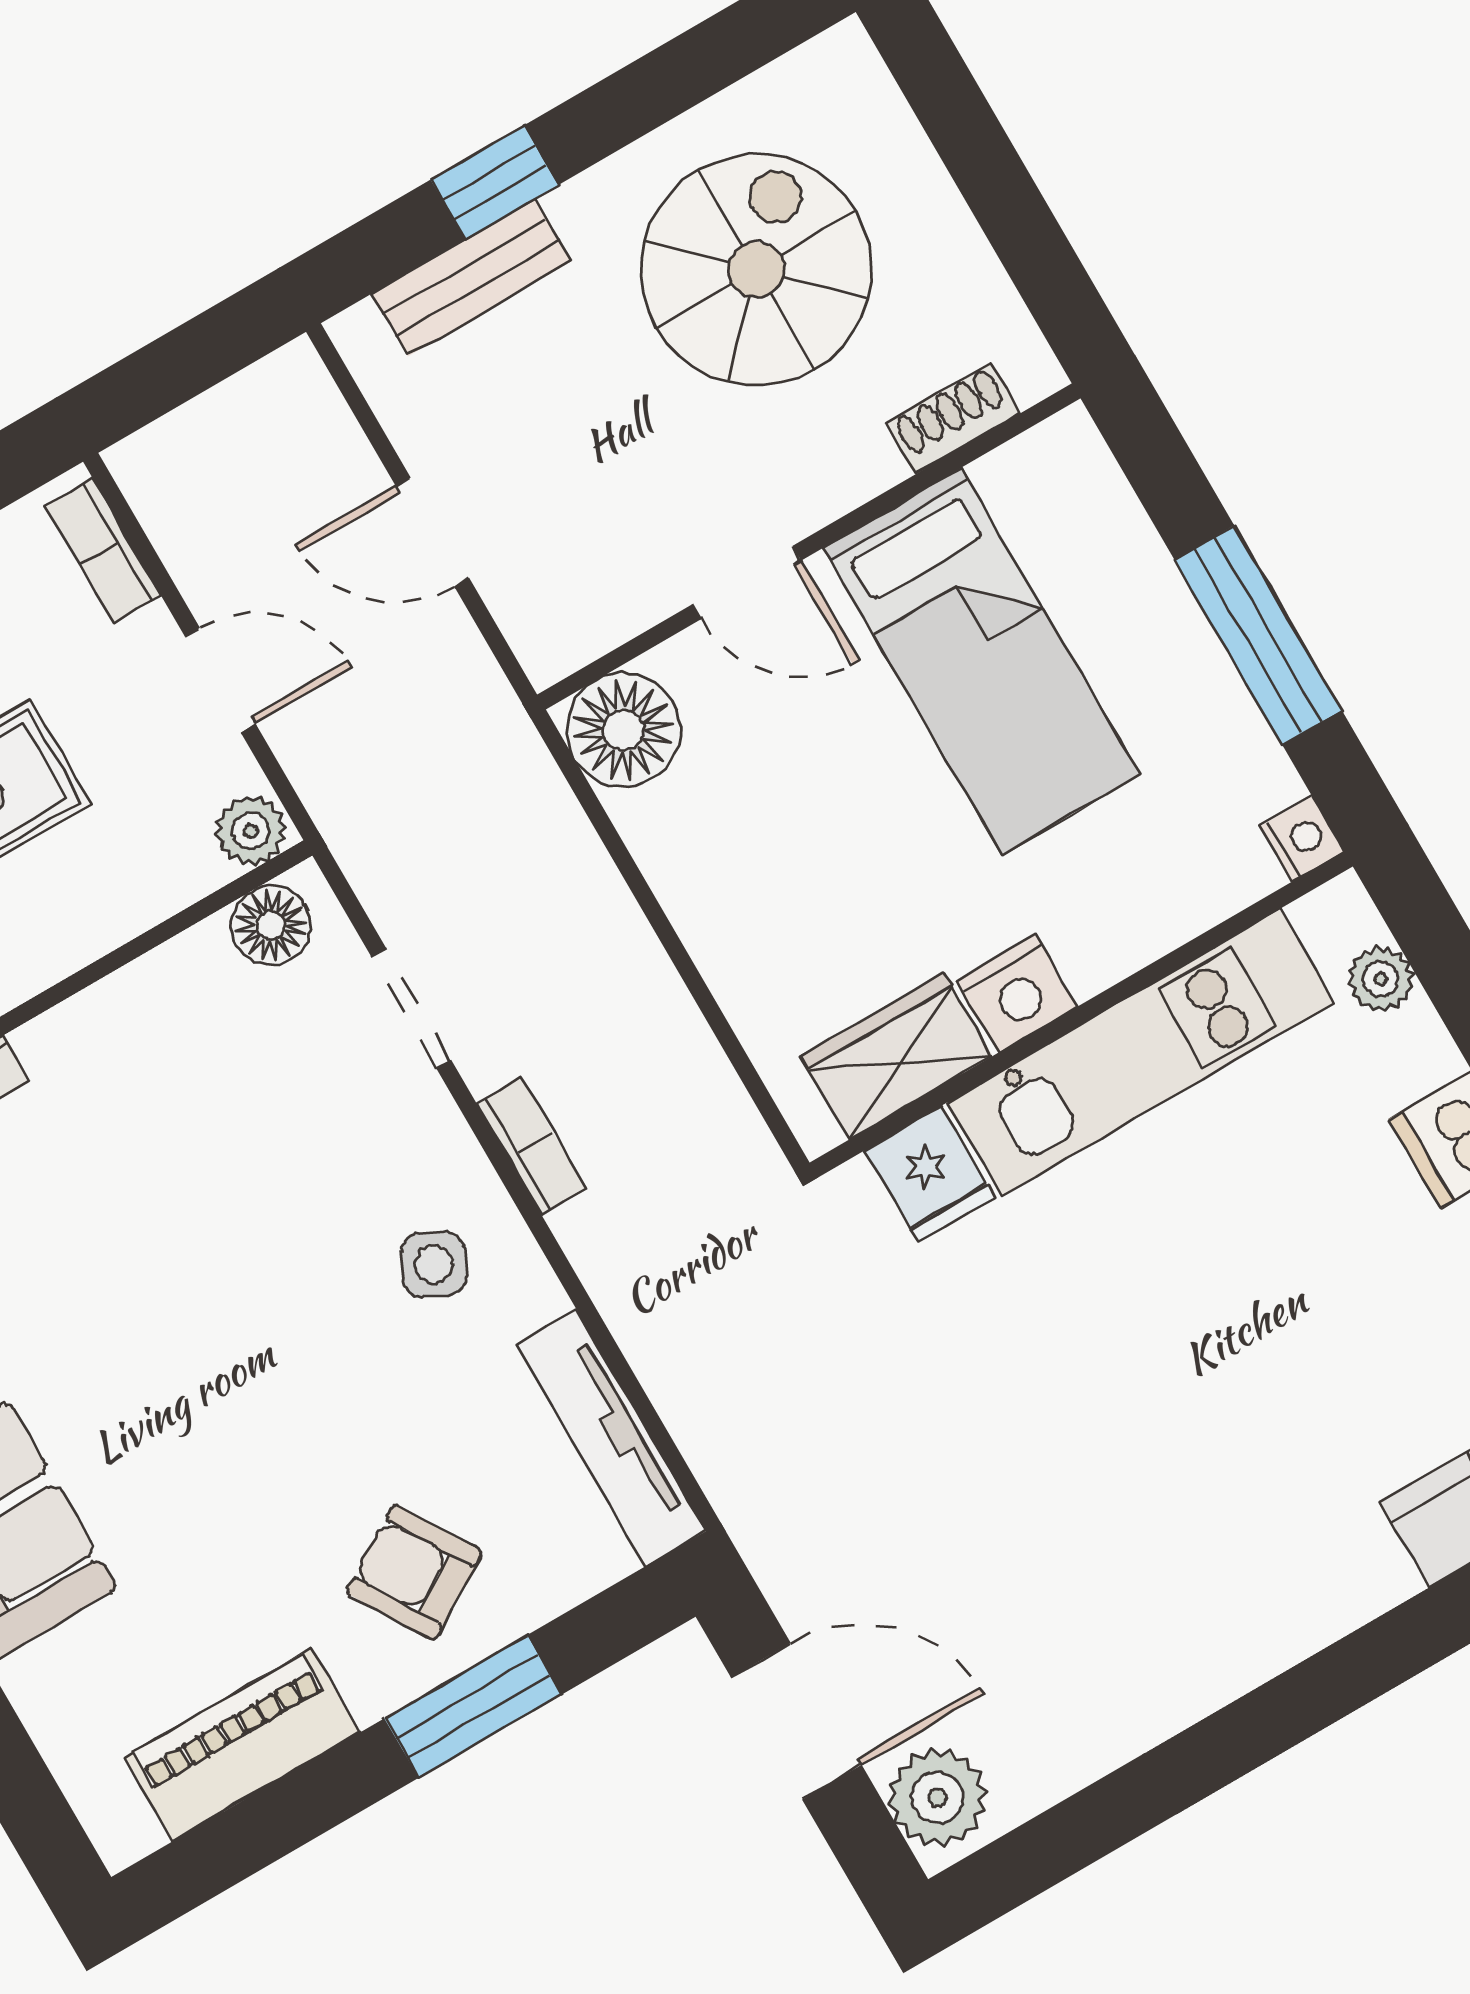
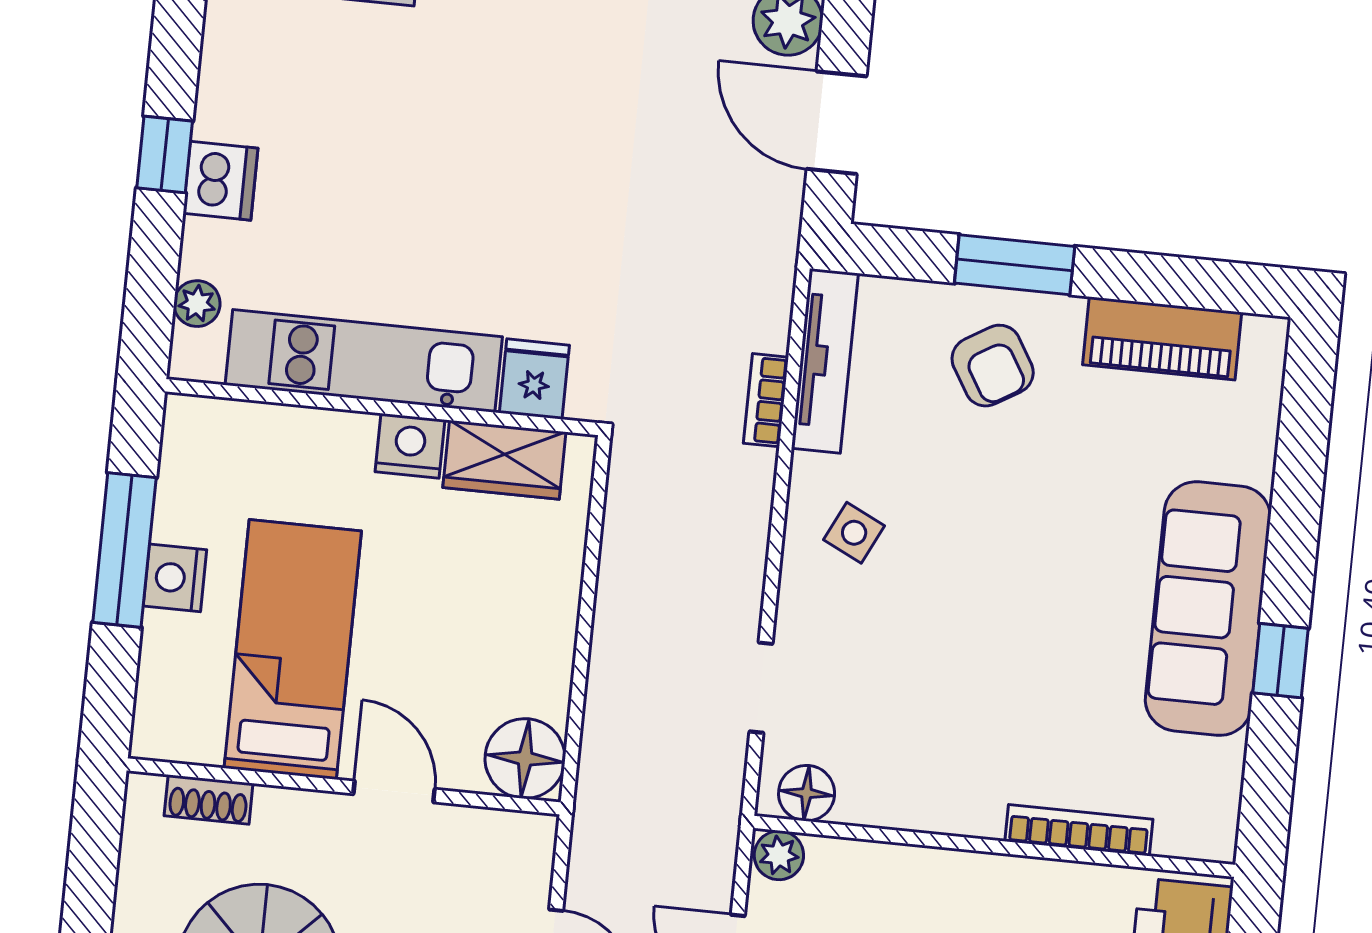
nightstand: (1302, 839) -> (175, 578), moved, width x1.39, depth x1.35
bookcase: (531, 1146) -> (766, 400), moved

